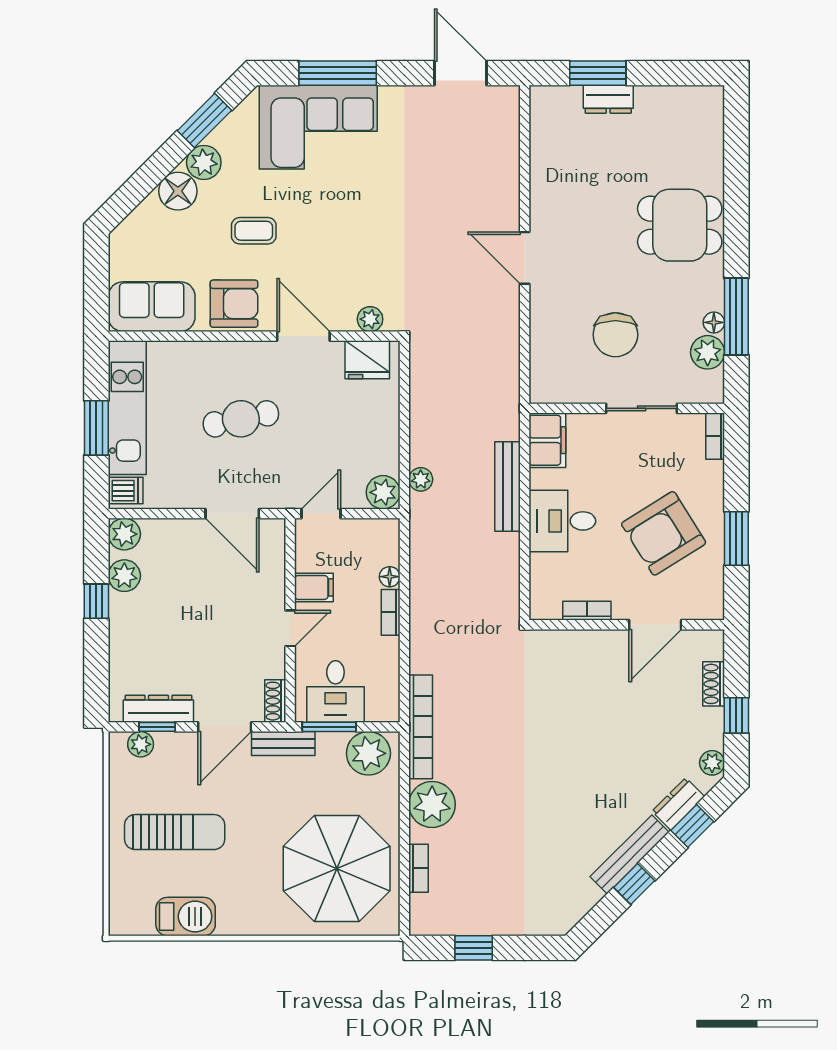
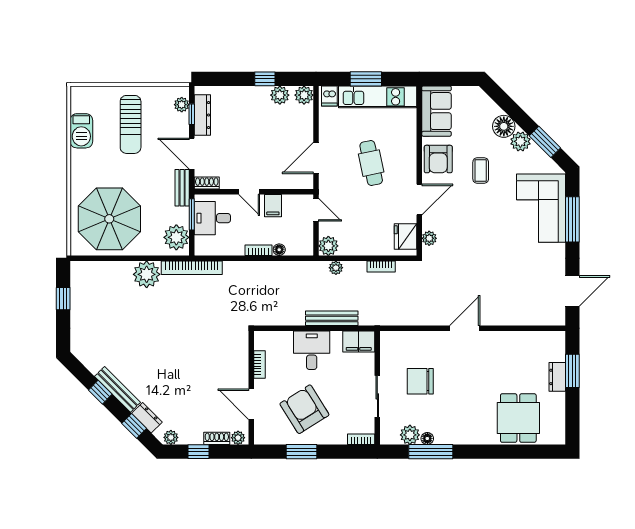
dining table: (680, 225) -> (518, 418), moved
plant: (713, 647) -> (238, 438), added
bookcase: (419, 868) -> (381, 266), moved

